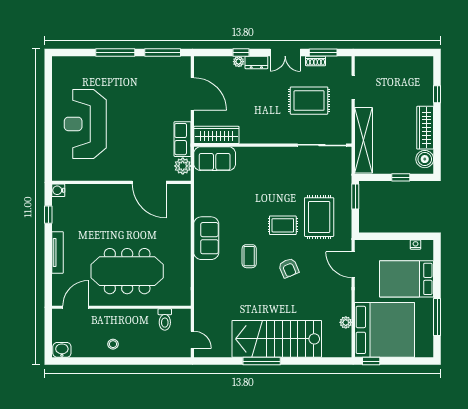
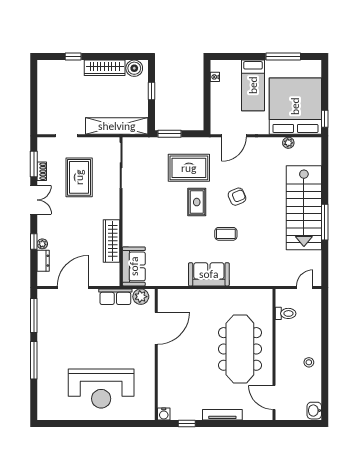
dresser: (256, 62) -> (43, 261), moved
wardrobe: (216, 135) -> (112, 241), moved
bed: (407, 279) -> (253, 85), width x0.67

